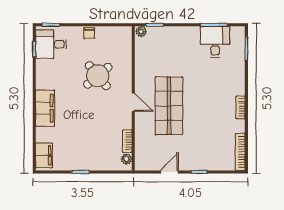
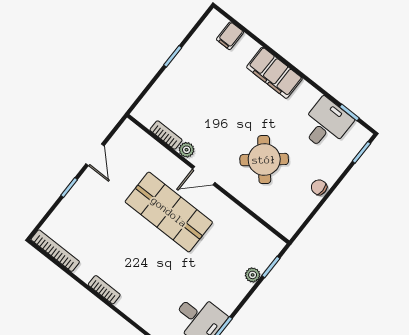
plant: (141, 32) -> (253, 275), moved
desk: (51, 44) -> (326, 124), moved
filing cabinet: (44, 155) -> (230, 36), width x0.50
plant: (126, 159) -> (187, 150), moved

